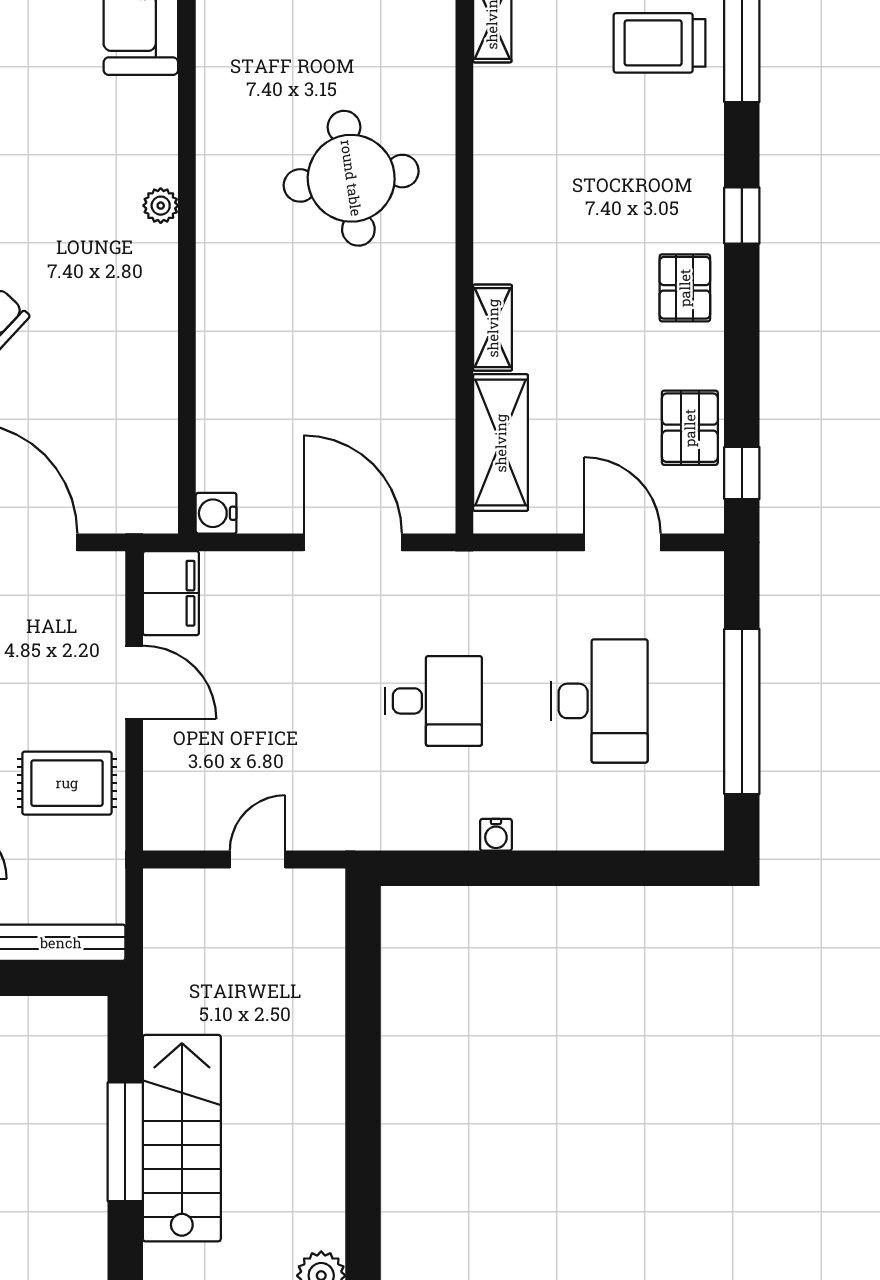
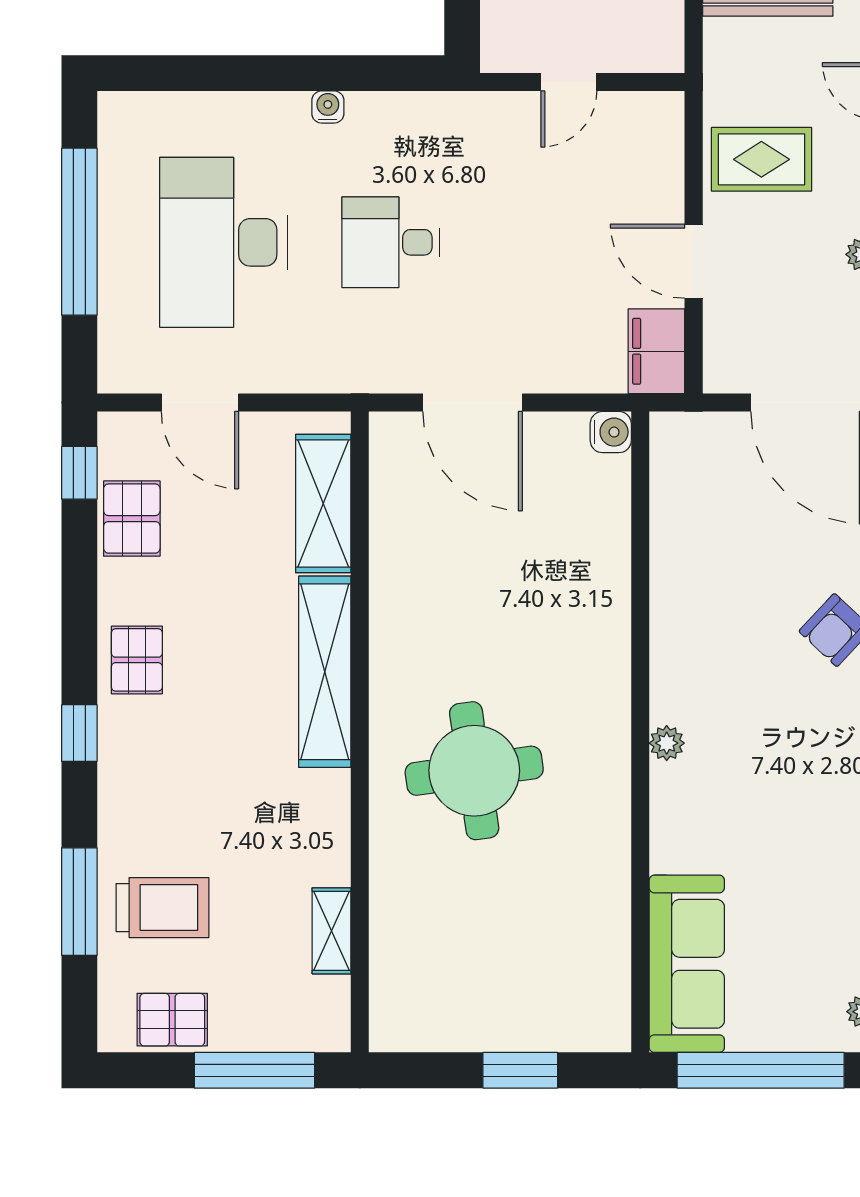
shelving: (493, 328) -> (325, 672), width x2.20, depth x1.33
desk: (599, 701) -> (223, 242), width x1.36, depth x1.30

